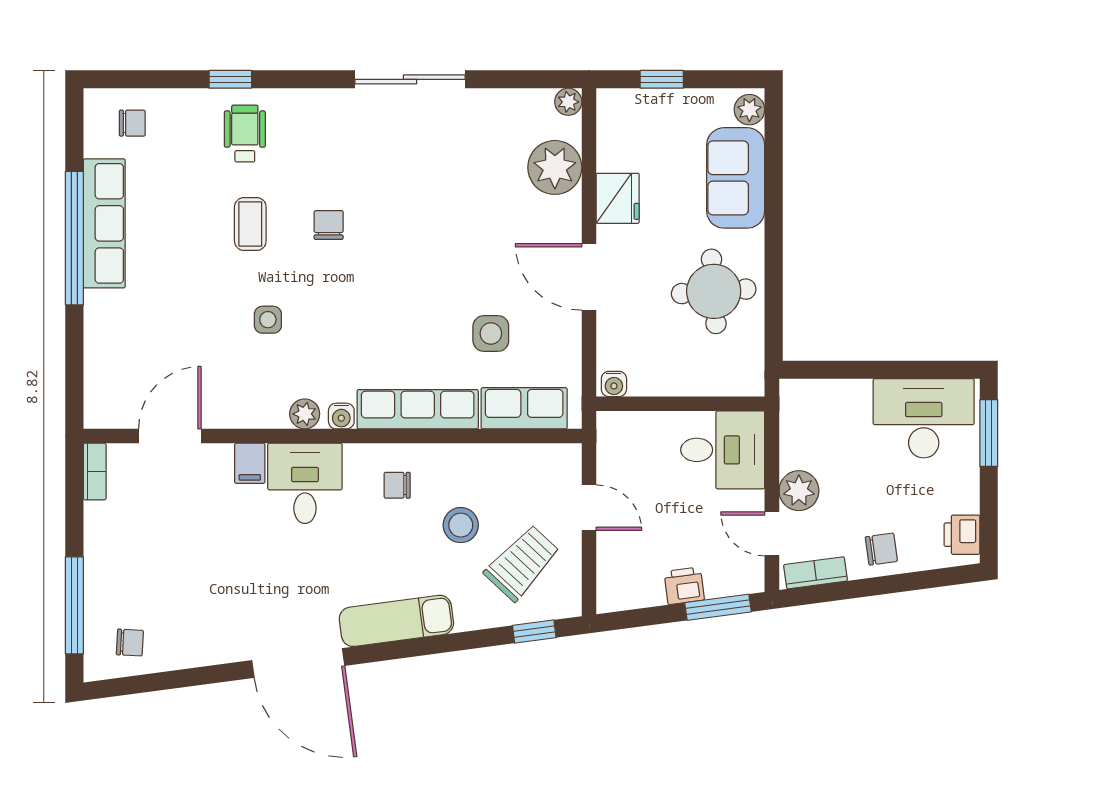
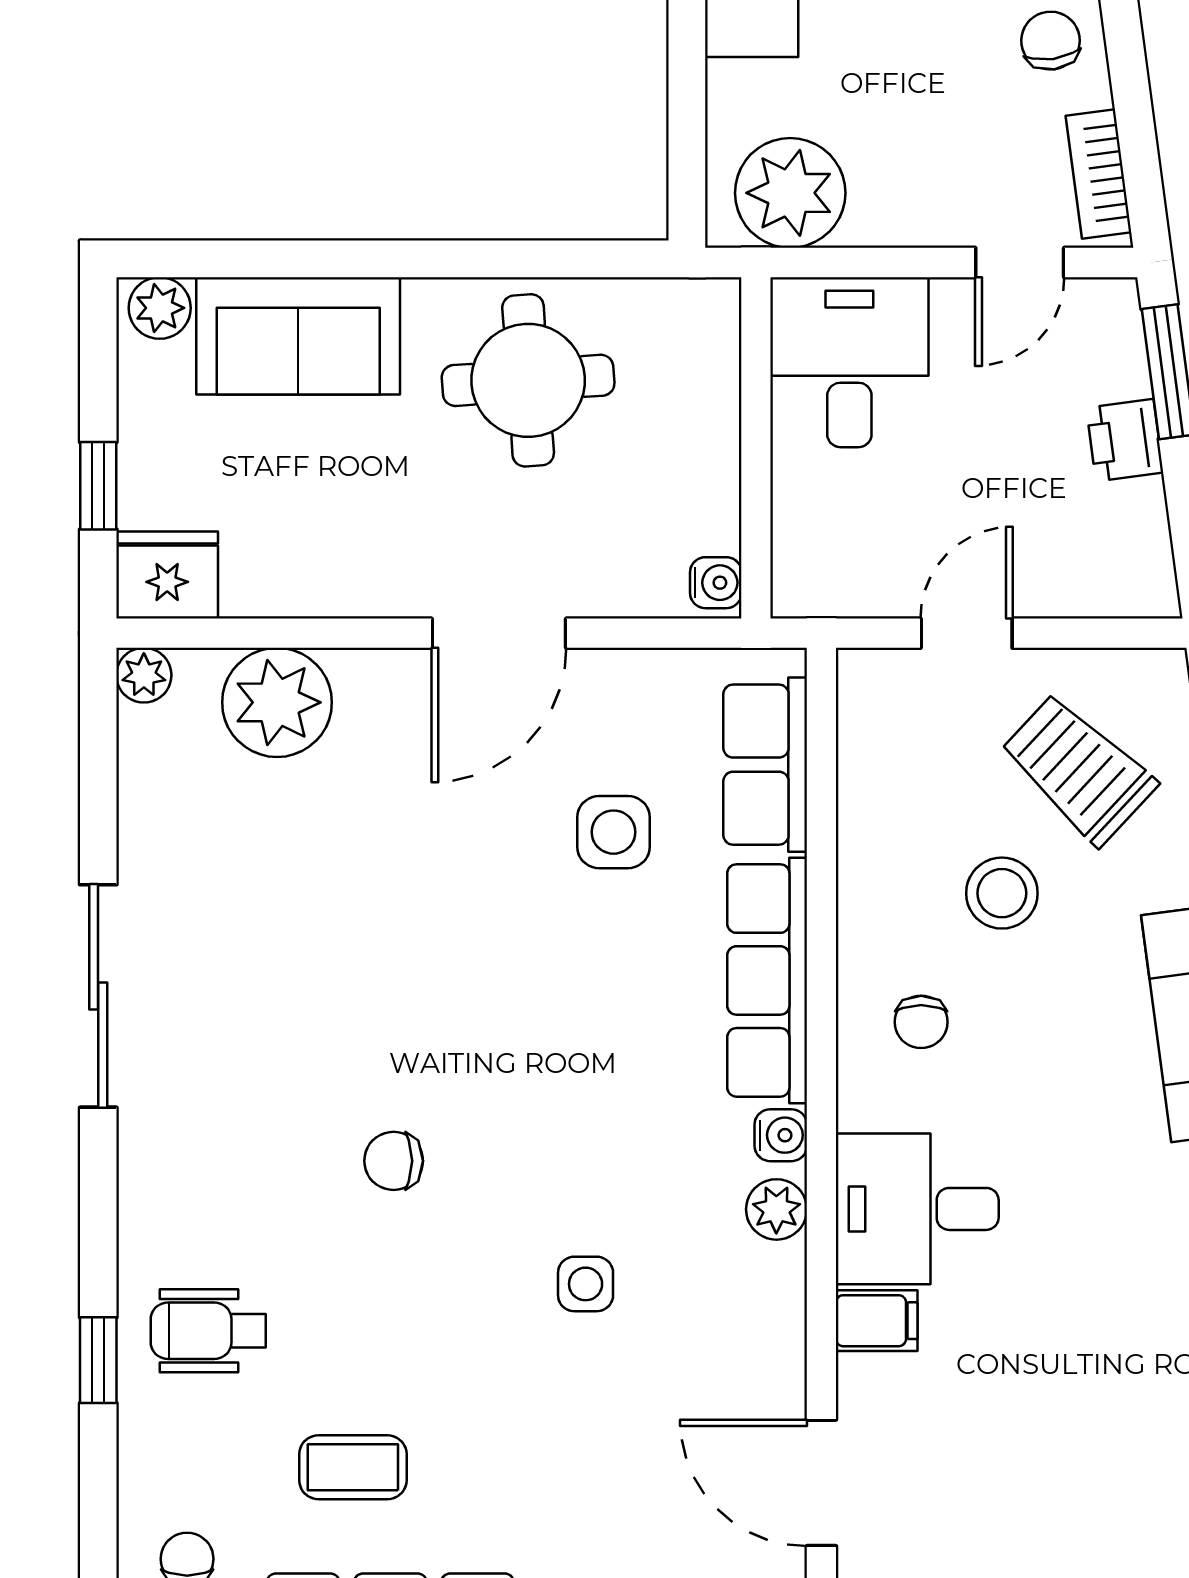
fridge: (618, 198) -> (167, 575), moved
coffee table: (250, 224) -> (353, 1467), moved
plant: (799, 491) -> (790, 193), moved, width x1.36, depth x1.36

